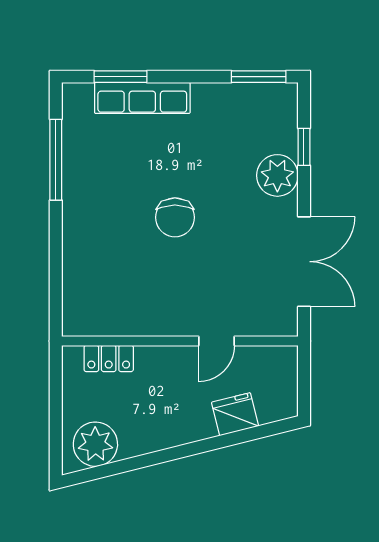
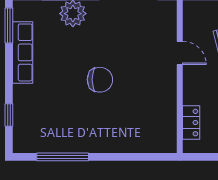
window: (120, 77) -> (9, 115), width x0.67
row of seats: (142, 98) -> (23, 52), moved

